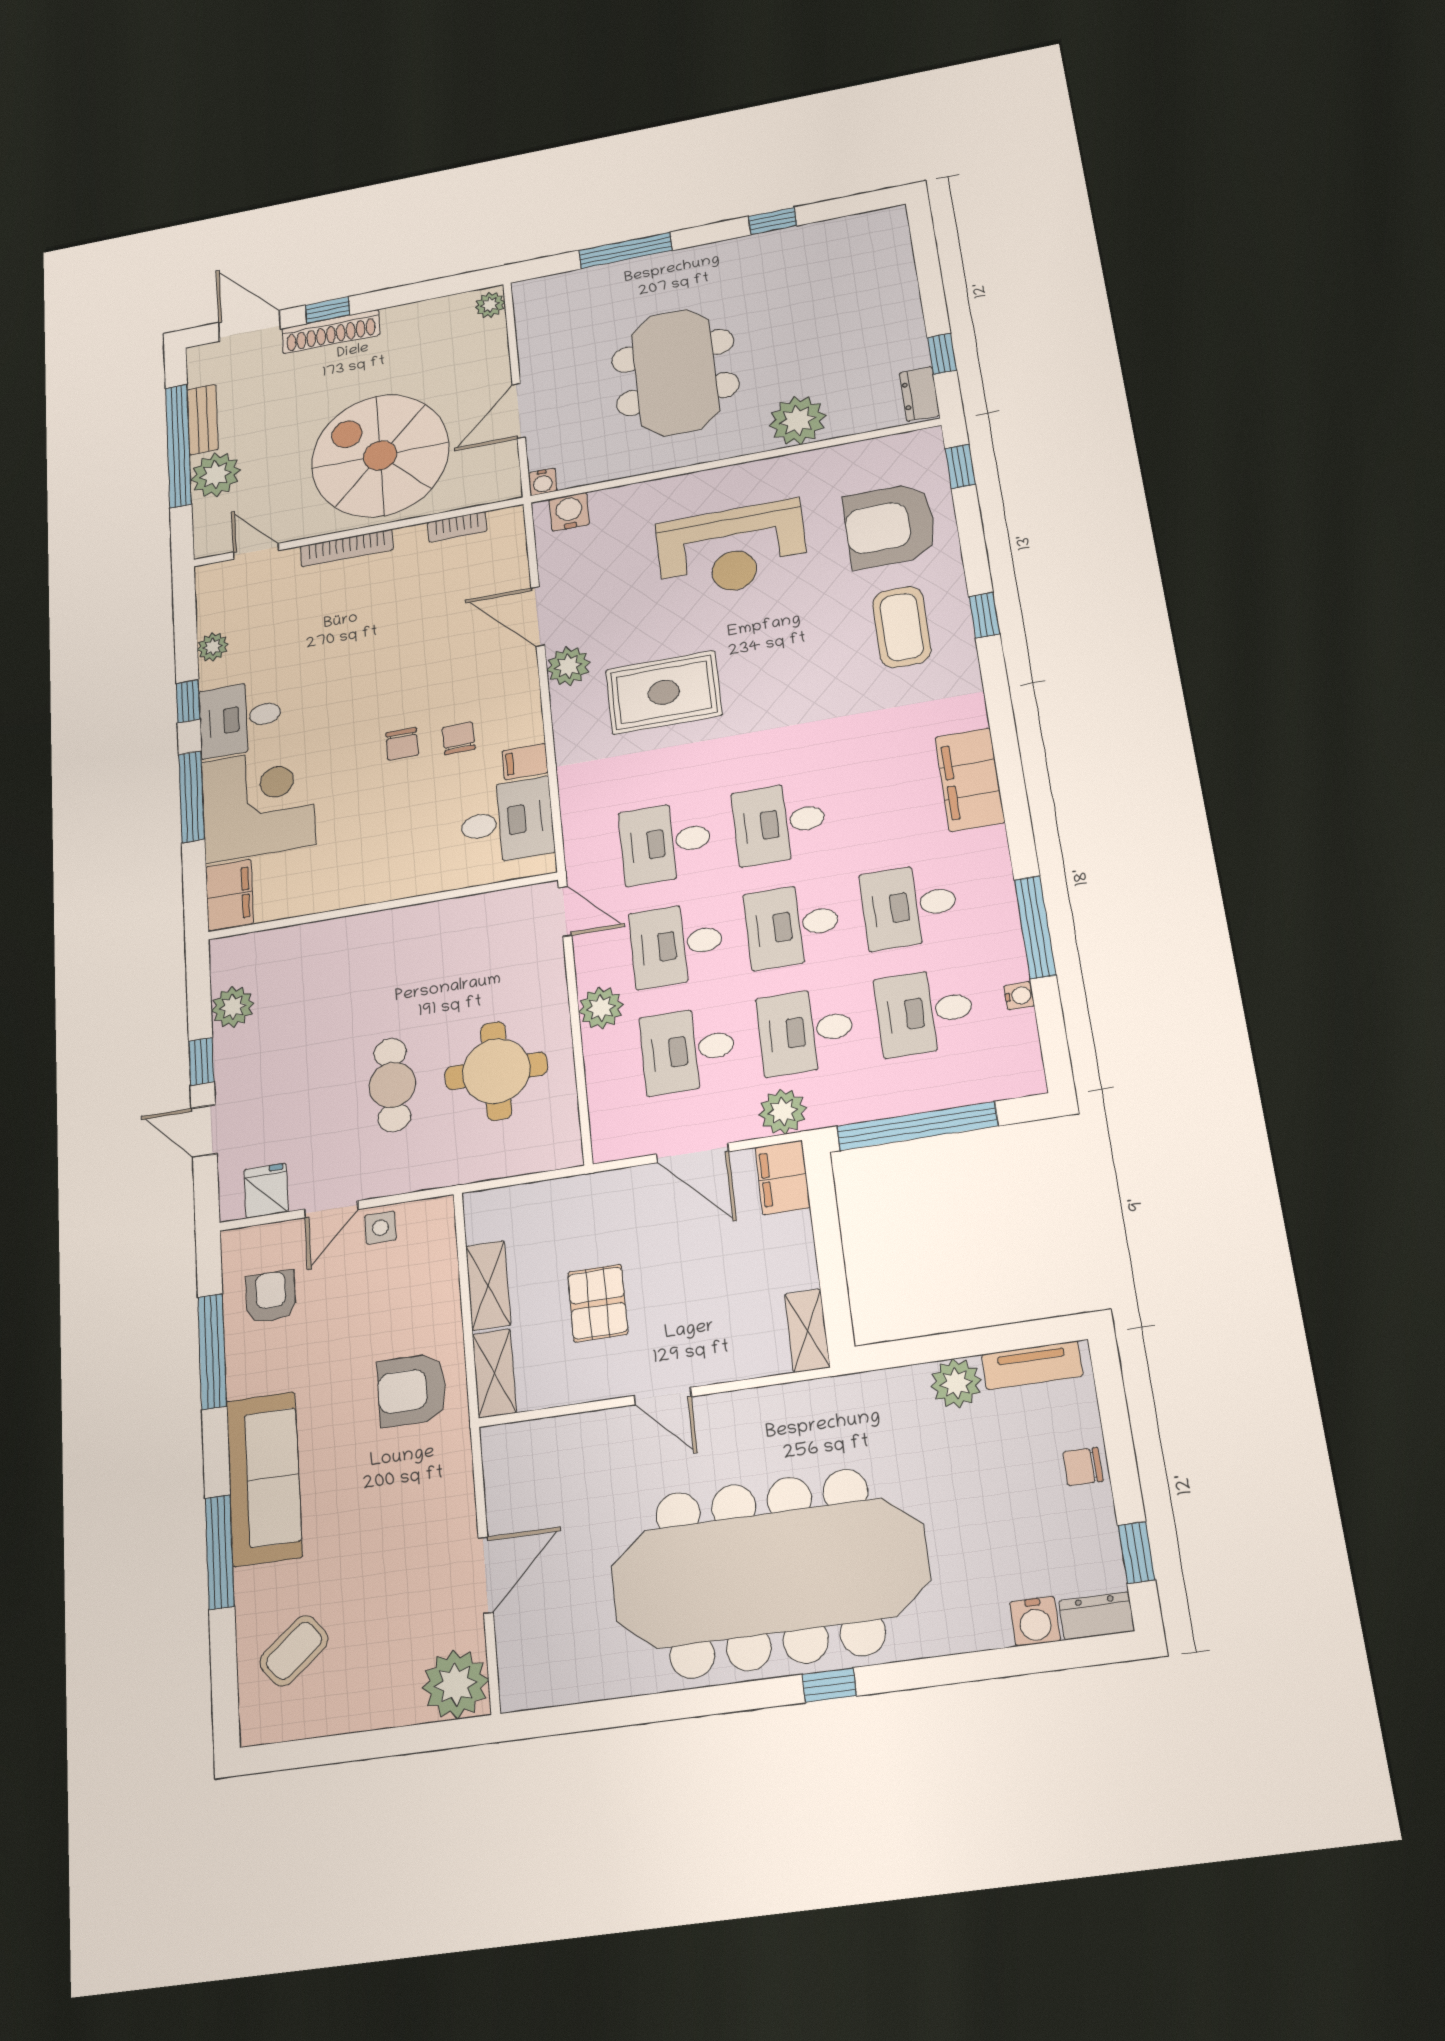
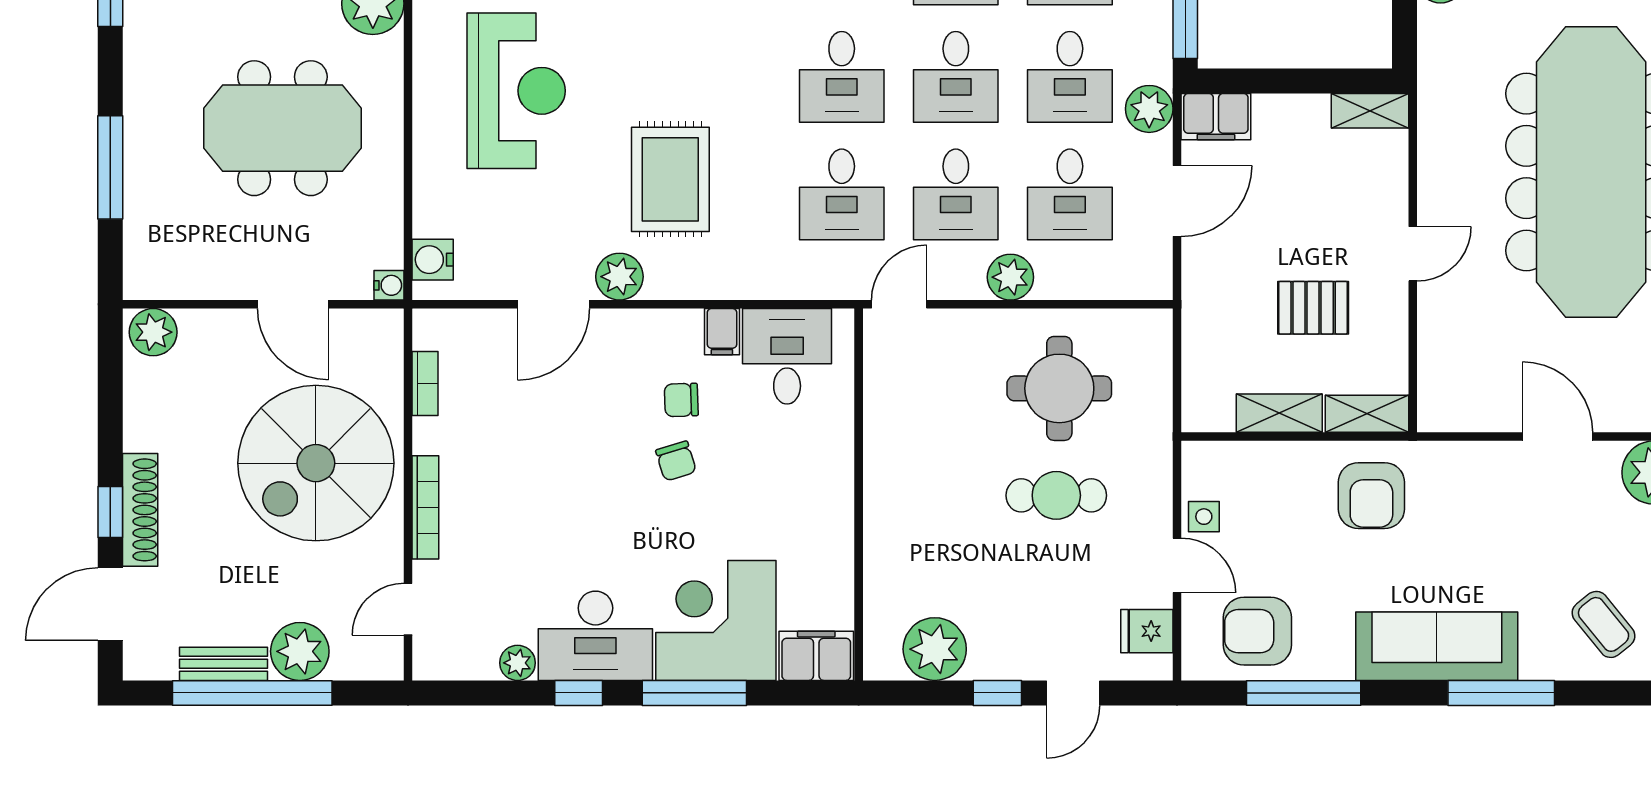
plant: (490, 305) -> (153, 332), width x1.38, depth x1.38
desk: (240, 718) -> (595, 636), width x1.37
chair: (402, 744) -> (676, 461), turned 73
plant: (233, 1007) -> (935, 649), width x1.36, depth x1.36
armchair: (271, 1297) -> (1257, 631), width x1.38, depth x1.38

